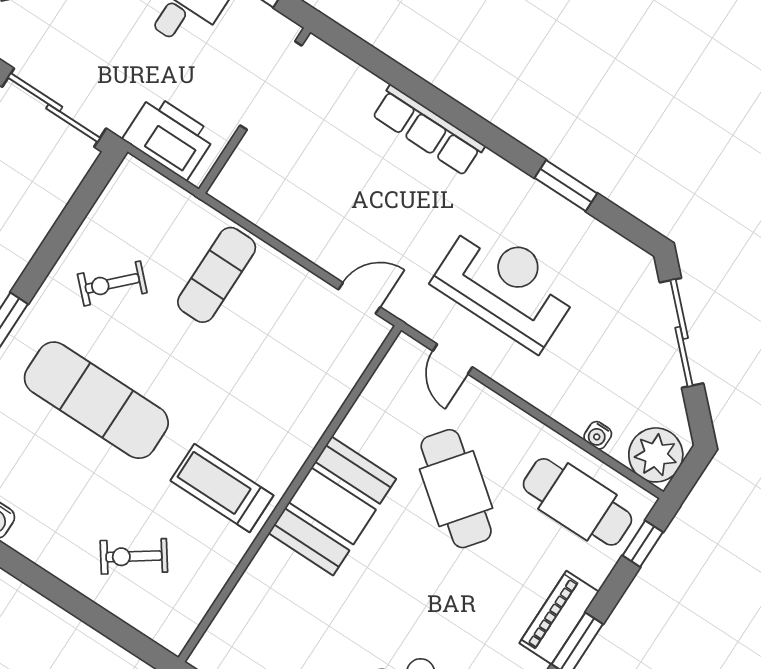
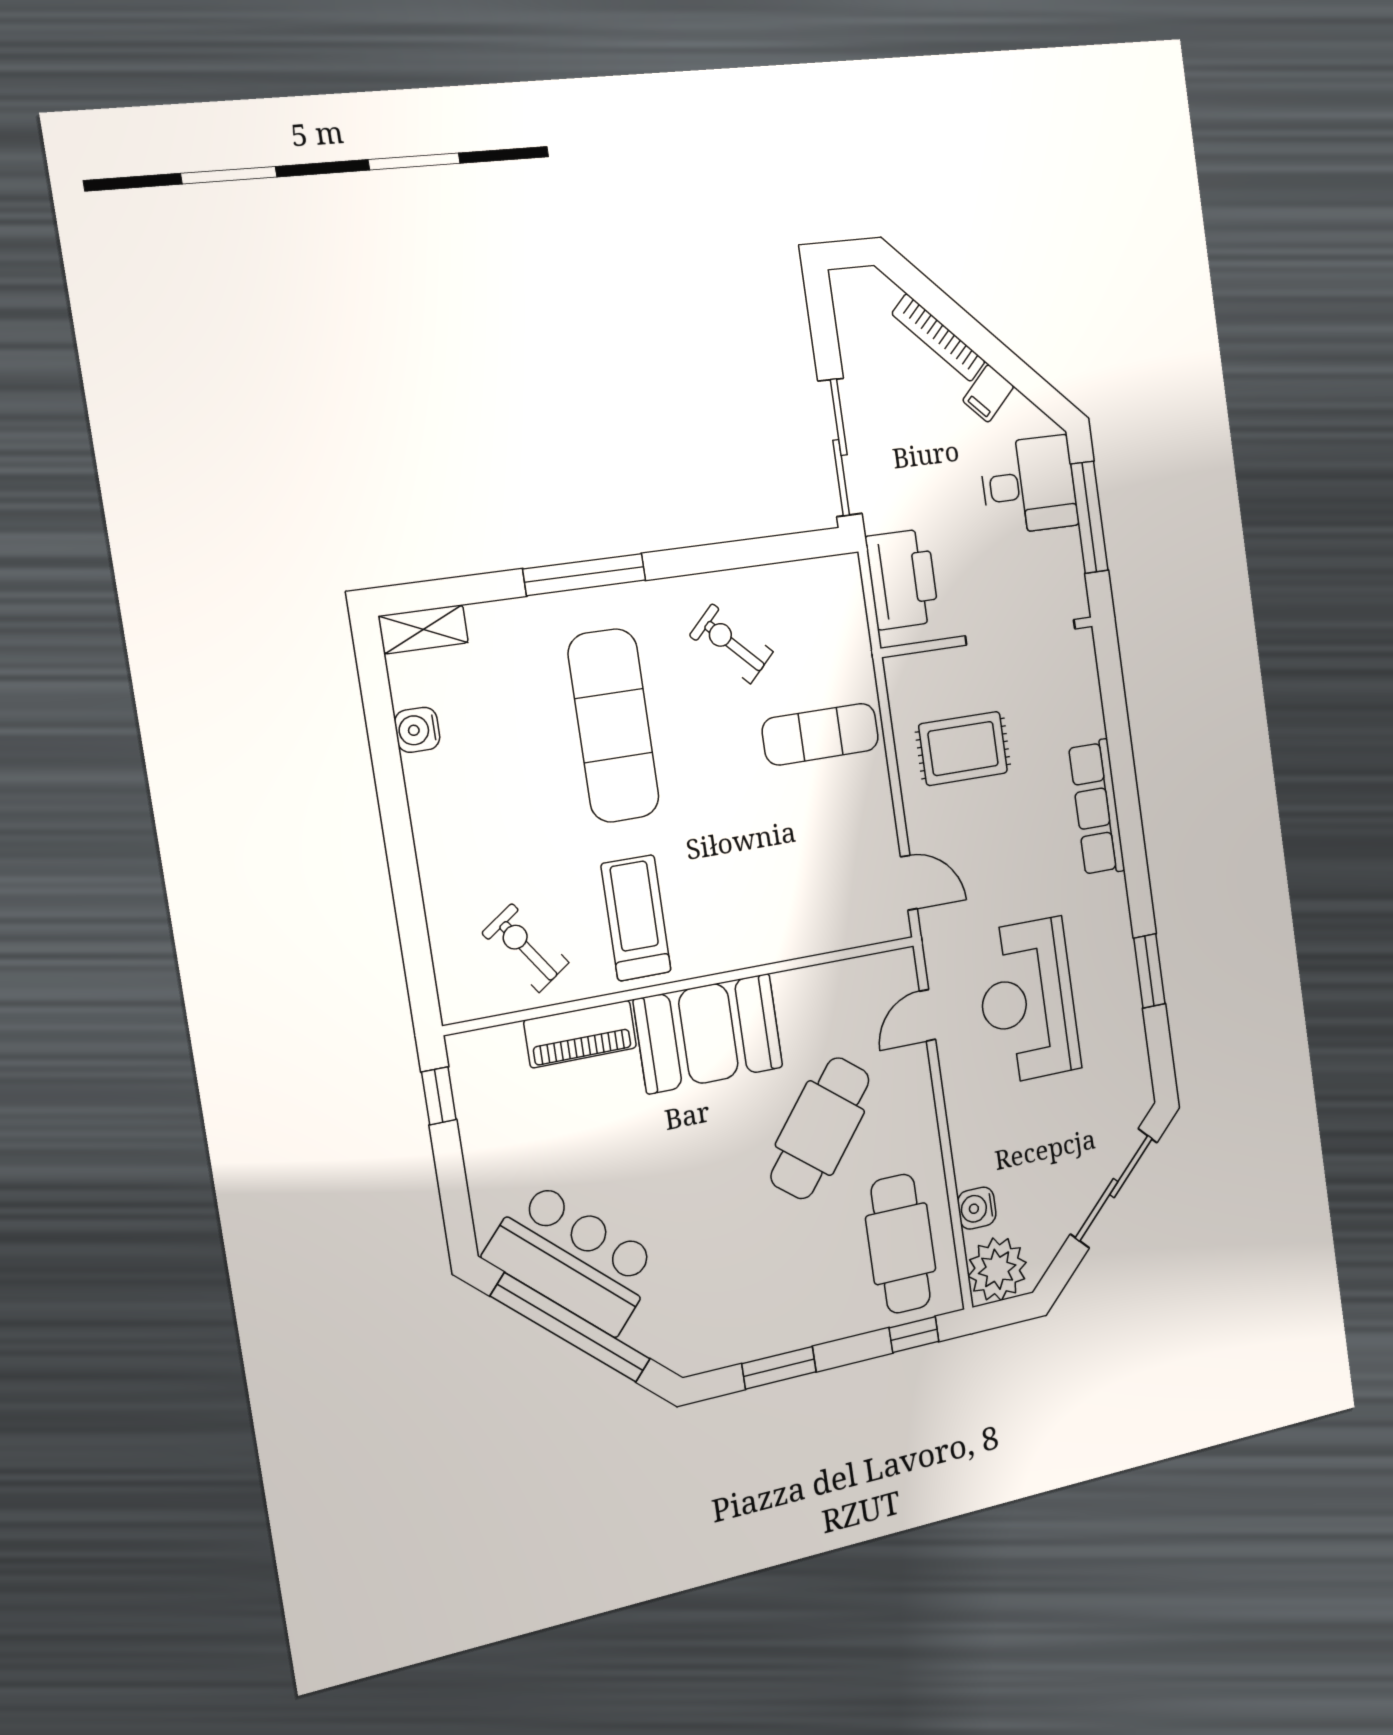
rug: (309, 189) -> (963, 748), added
reception desk: (506, 285) -> (1028, 1001), turned 180
water cooler: (598, 435) -> (977, 1208), width x1.38, depth x1.38
exercise bike: (134, 556) -> (526, 948), moved
piano: (559, 617) -> (580, 1034), moved, turned 180

